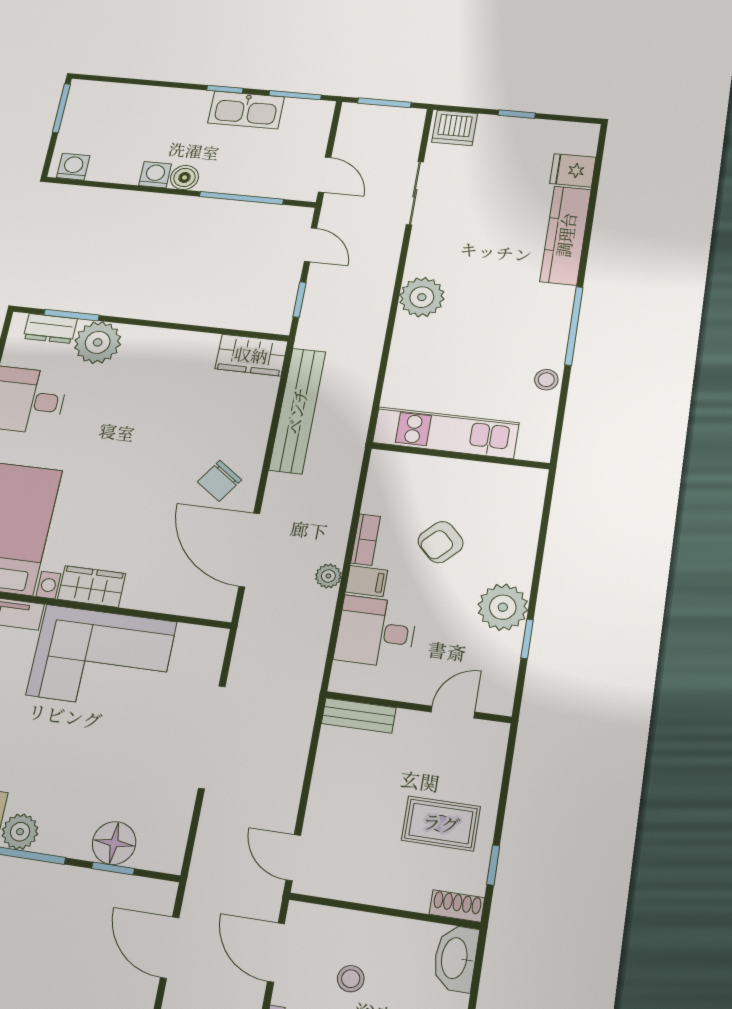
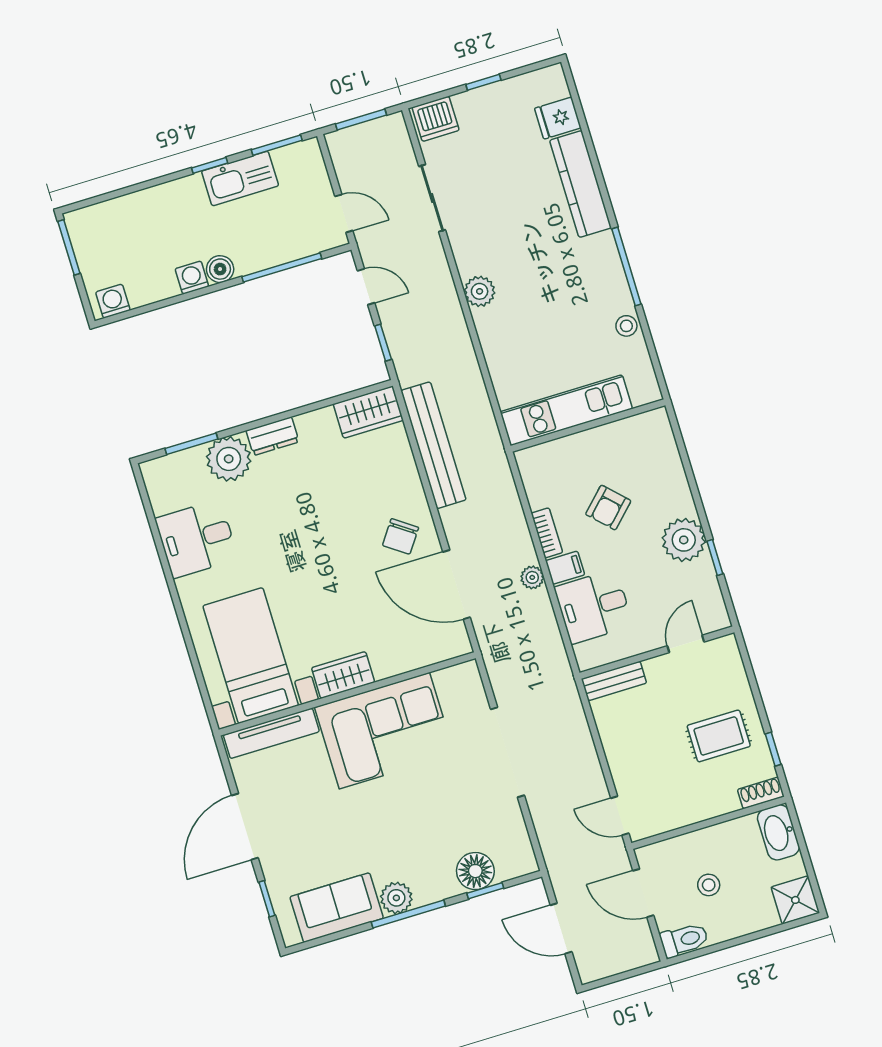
plant: (422, 297) -> (480, 291), width x0.73, depth x0.73
dresser: (50, 329) -> (272, 436), moved

